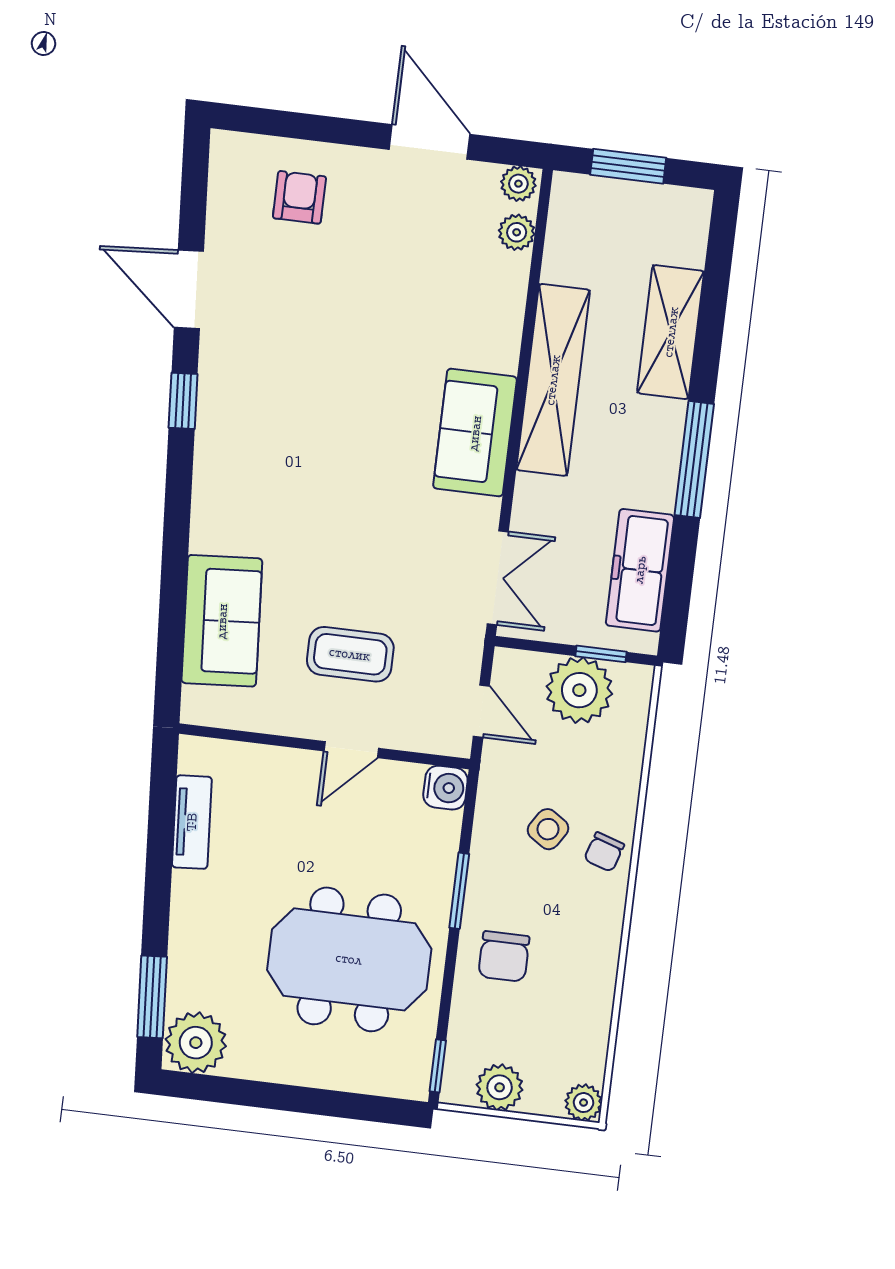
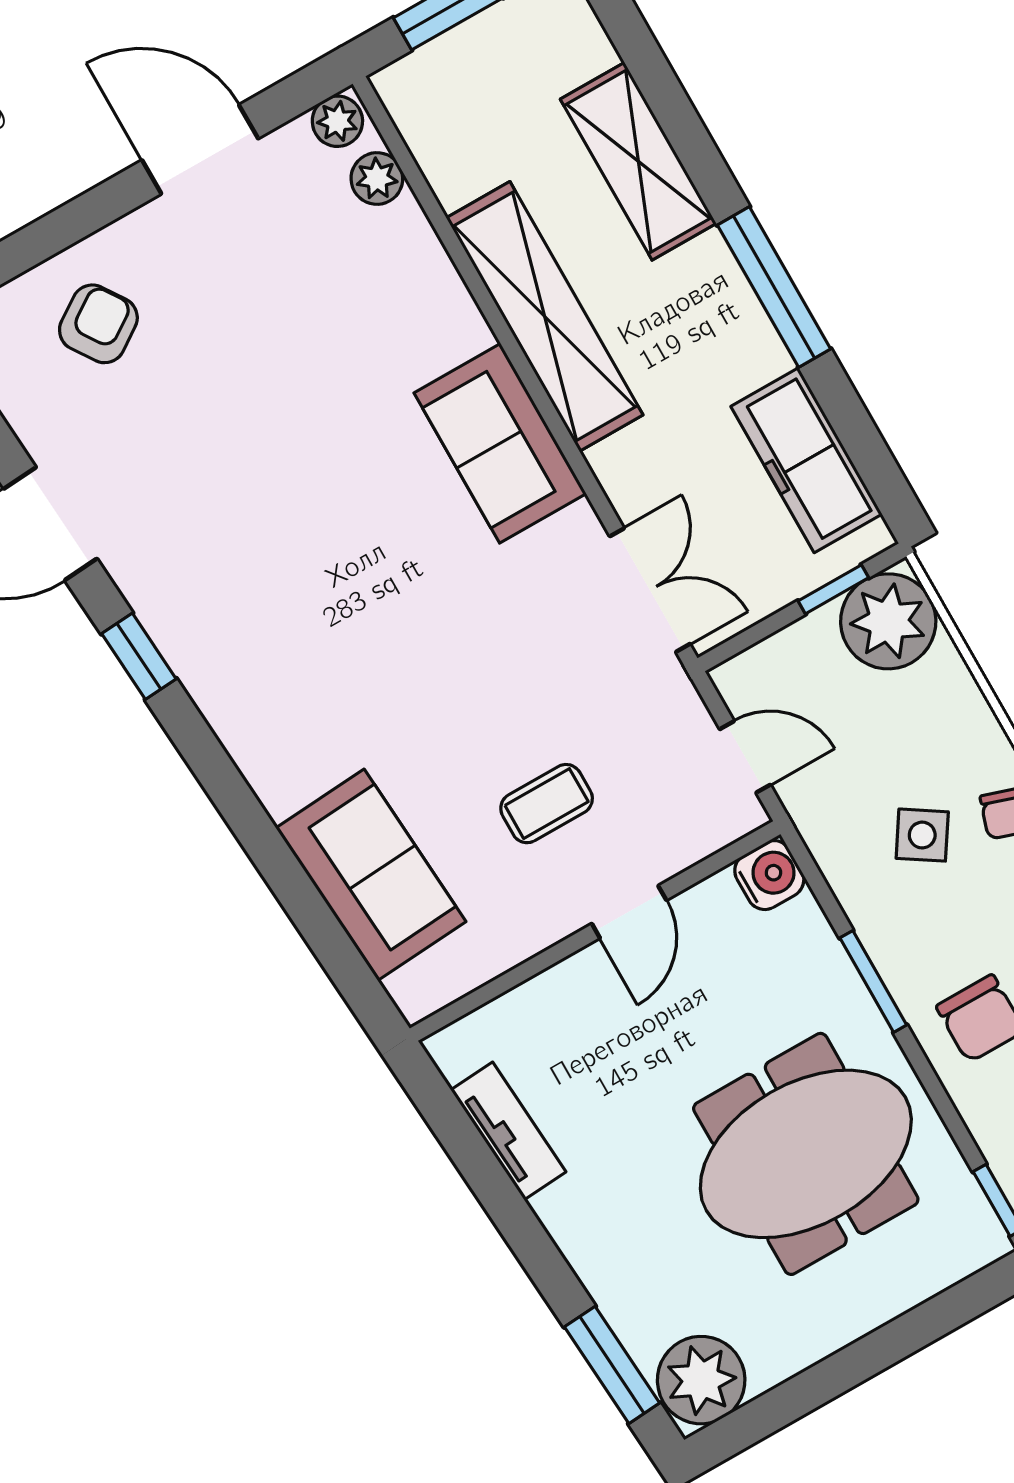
armchair: (299, 197) -> (98, 324), turned 56
coffee table: (350, 654) -> (547, 804), width x0.73, depth x0.77
plant: (579, 690) -> (888, 621), moved

